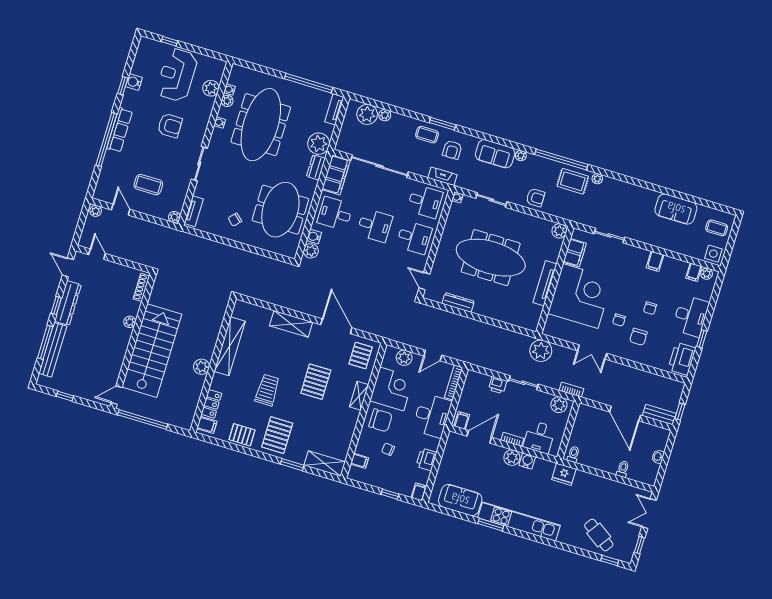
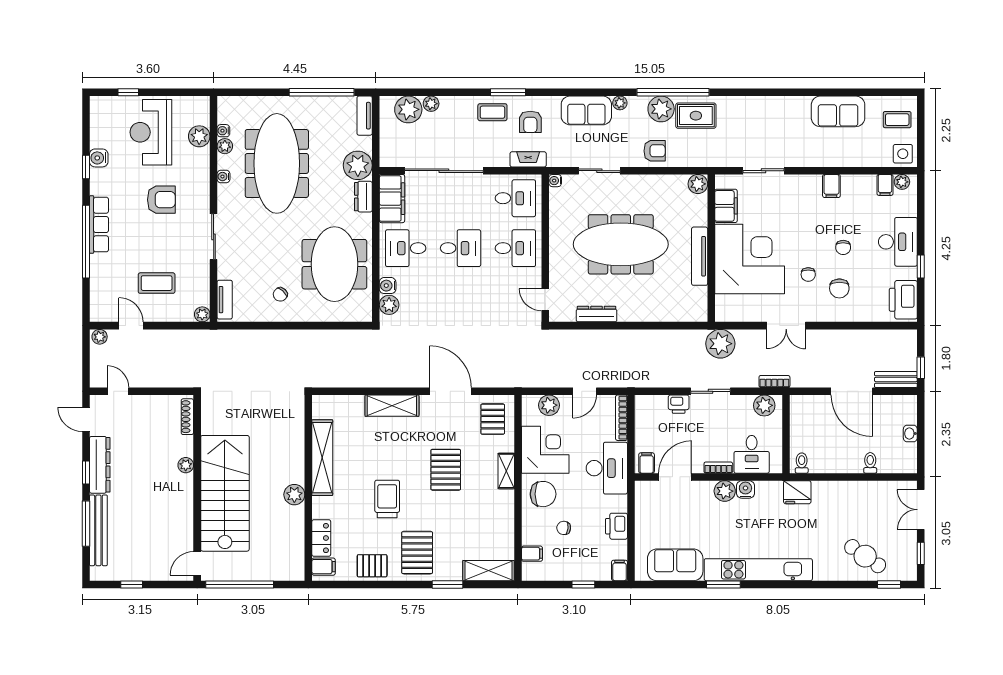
plant: (597, 179) -> (661, 109), moved, width x1.88, depth x1.88

